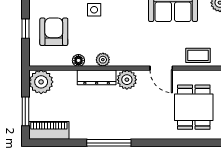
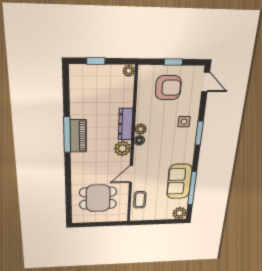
floor lamp: (78, 60) -> (139, 140), moved
plant: (41, 82) -> (129, 71), width x0.53, depth x0.53
window: (25, 111) -> (96, 61), width x0.67
piano: (49, 130) -> (78, 136), moved

